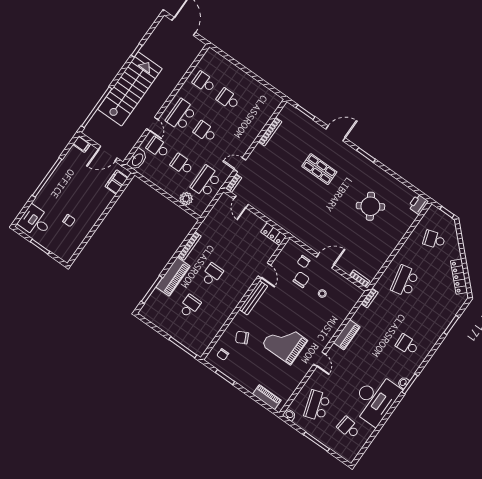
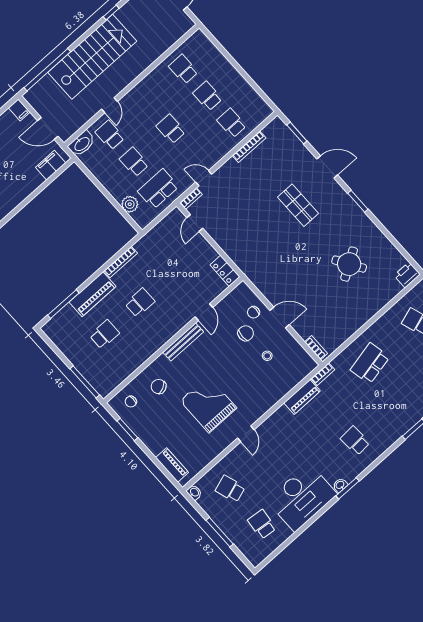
school desk: (181, 115) -> (232, 123), moved, width x0.54
piano: (347, 335) -> (302, 397), moved
school desk: (317, 405) -> (230, 489), width x0.54

